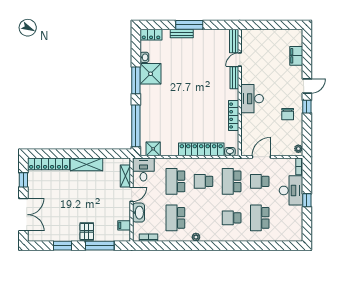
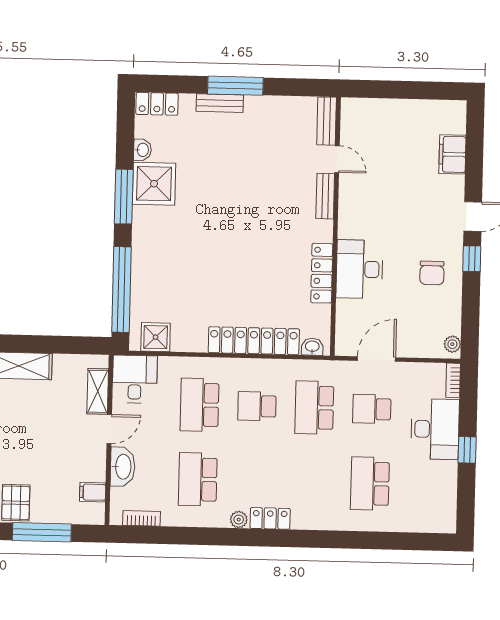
door: (240, 60) -> (337, 159), swing flipped
desk: (252, 99) -> (359, 269), moved
school desk: (232, 218) -> (313, 482), removed
locker: (211, 236) -> (270, 518), added

